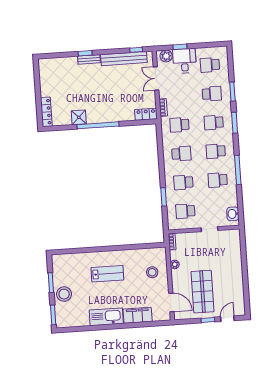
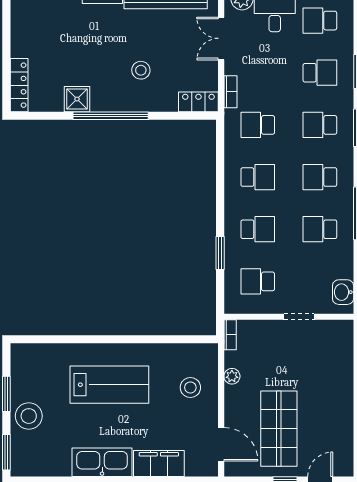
stool: (113, 99) -> (141, 70), added
school desk: (183, 182) -> (258, 229), turned 180
lab bench: (107, 274) -> (109, 385), width x1.36, depth x1.39

